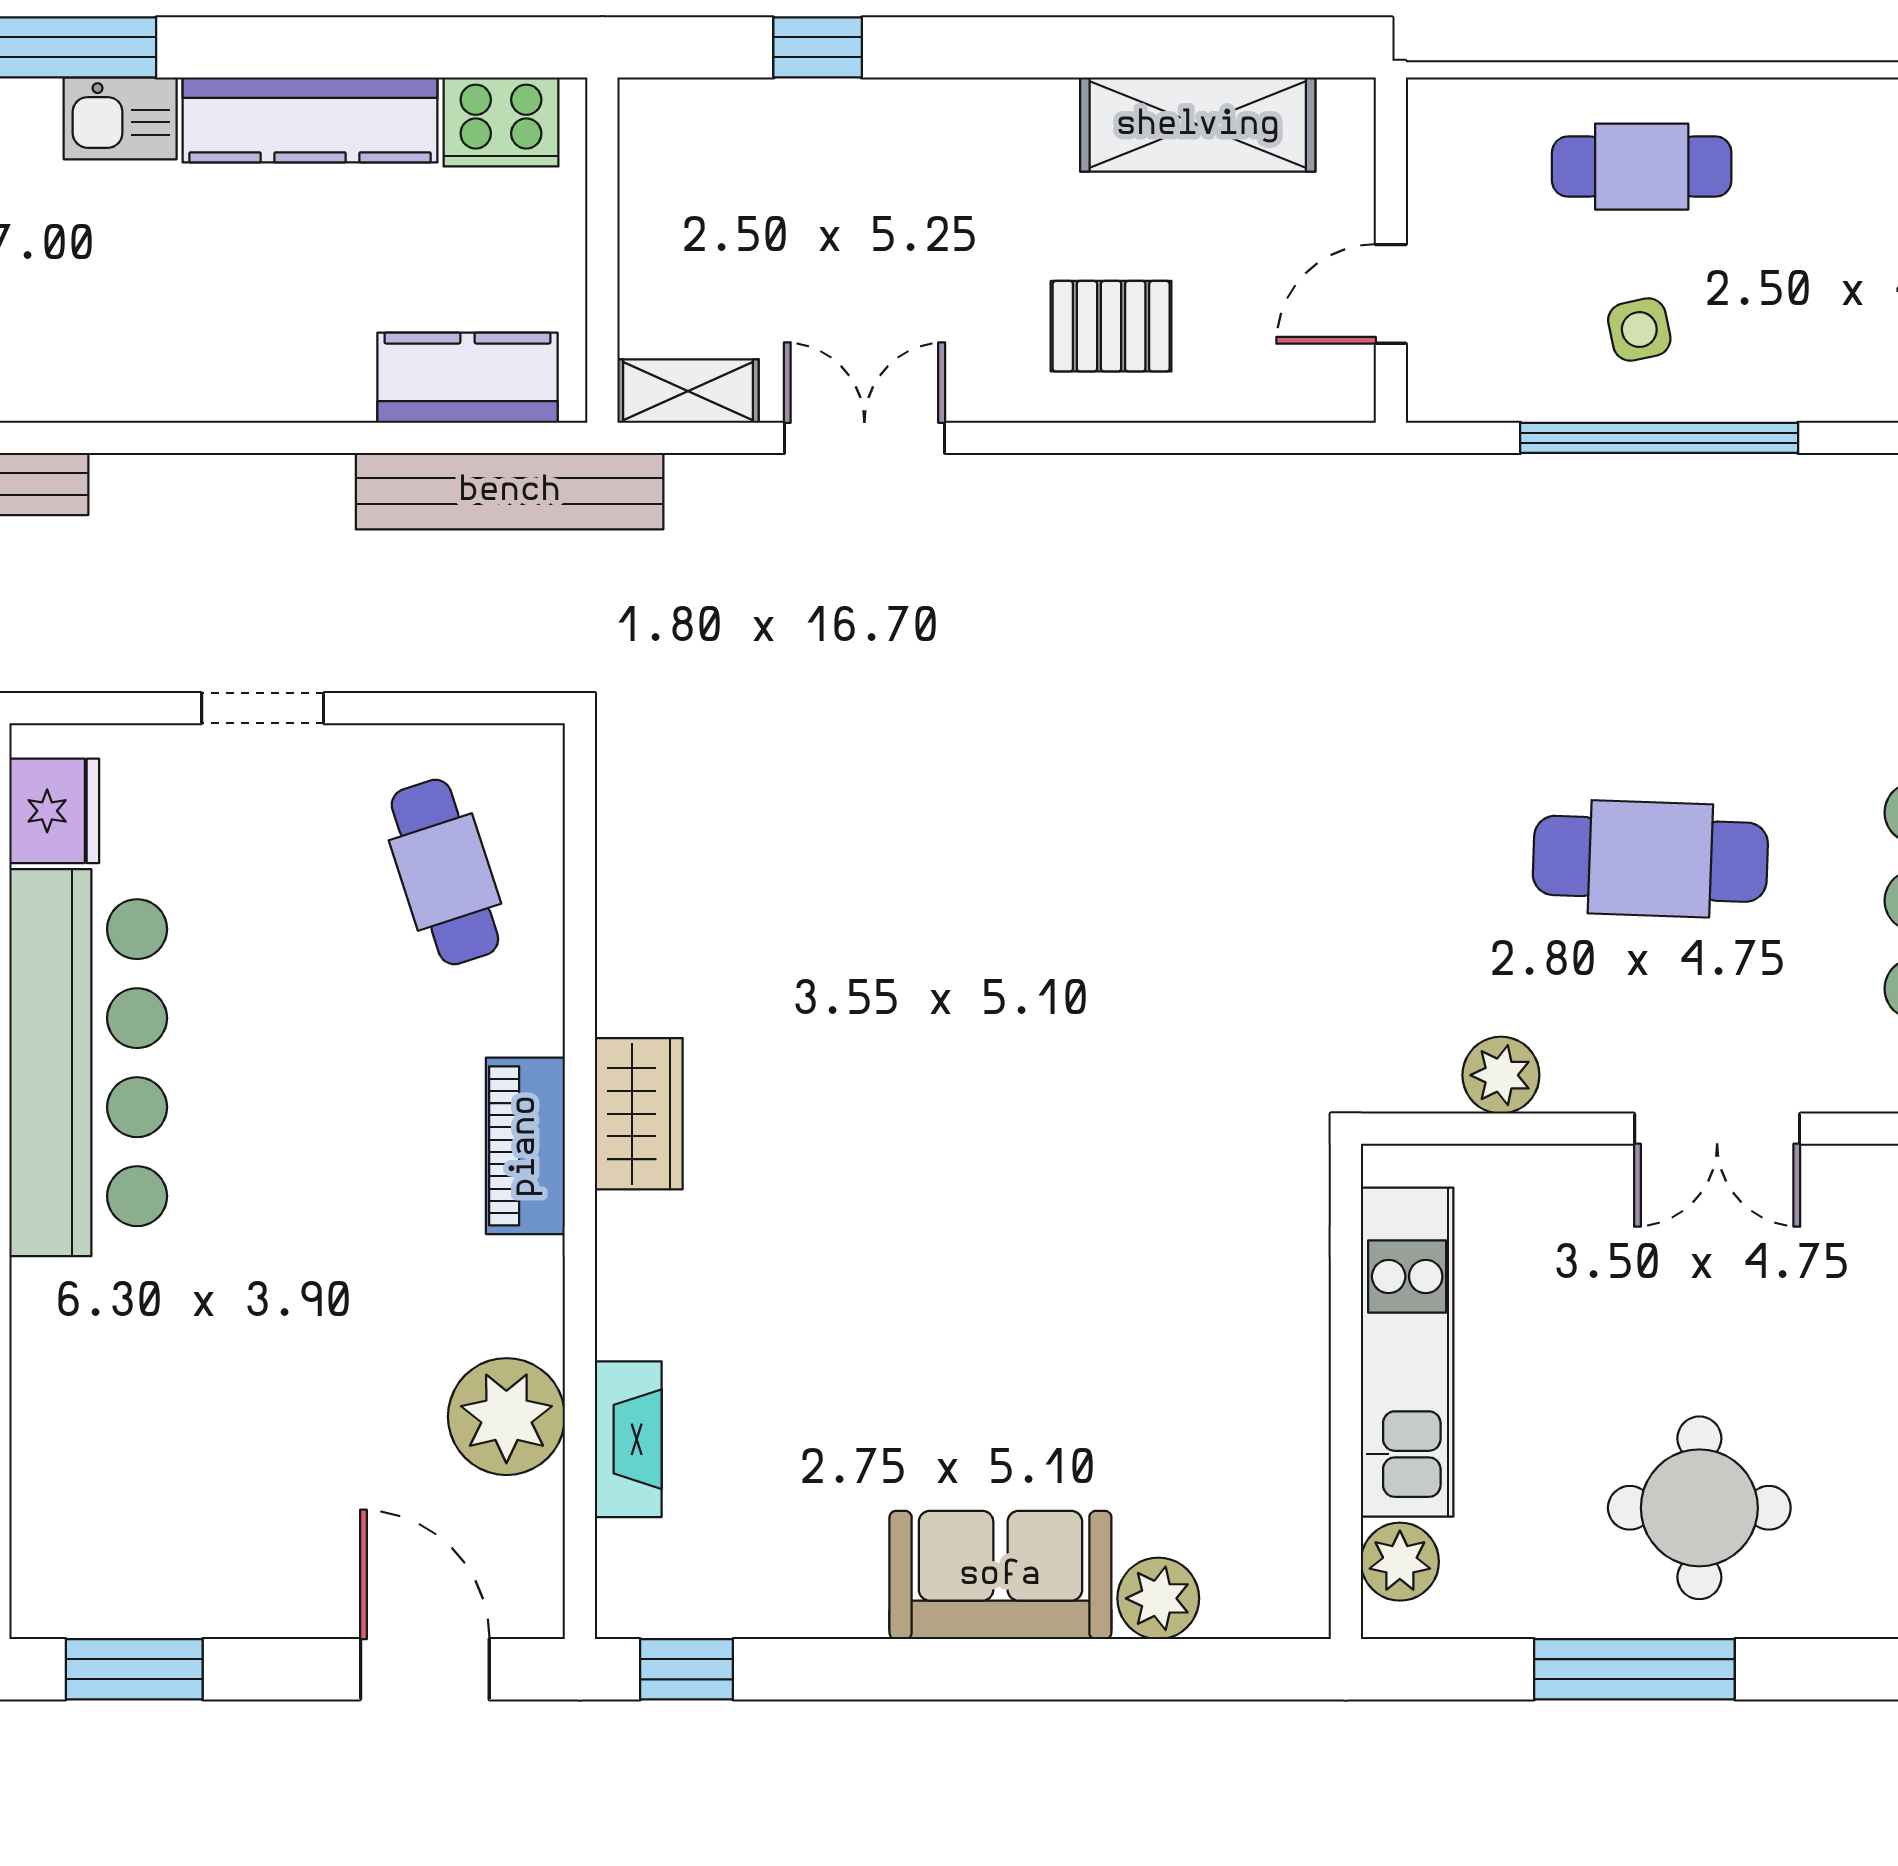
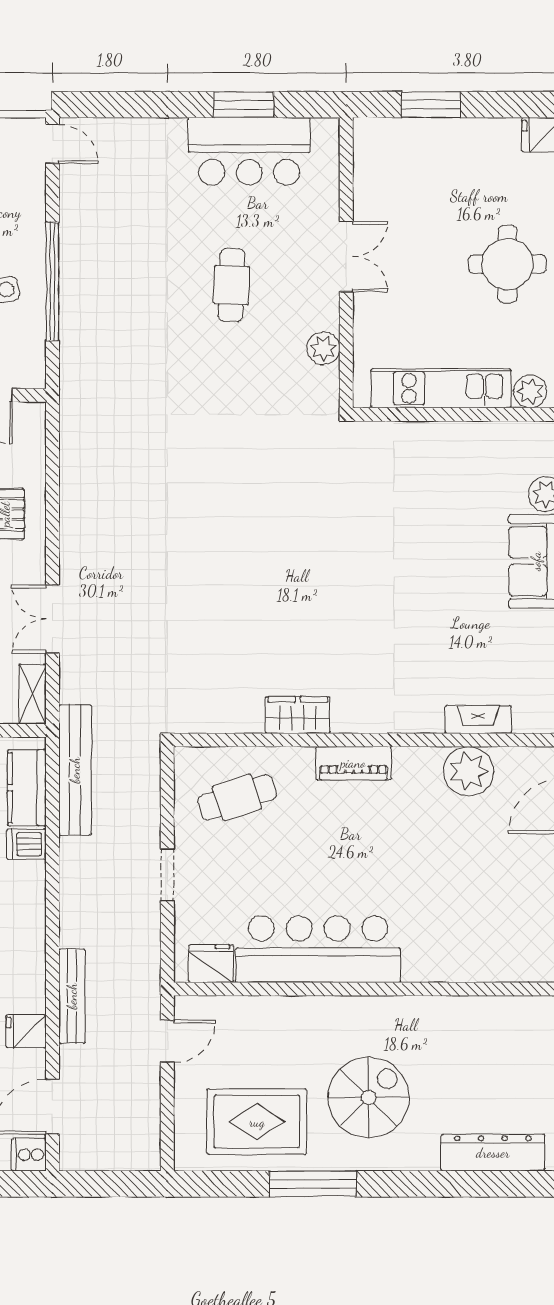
dishwasher: (335, 376) -> (26, 844), added
cafe table: (1650, 859) -> (231, 285), width x0.73, depth x0.74
wardrobe: (639, 1114) -> (298, 715), moved

